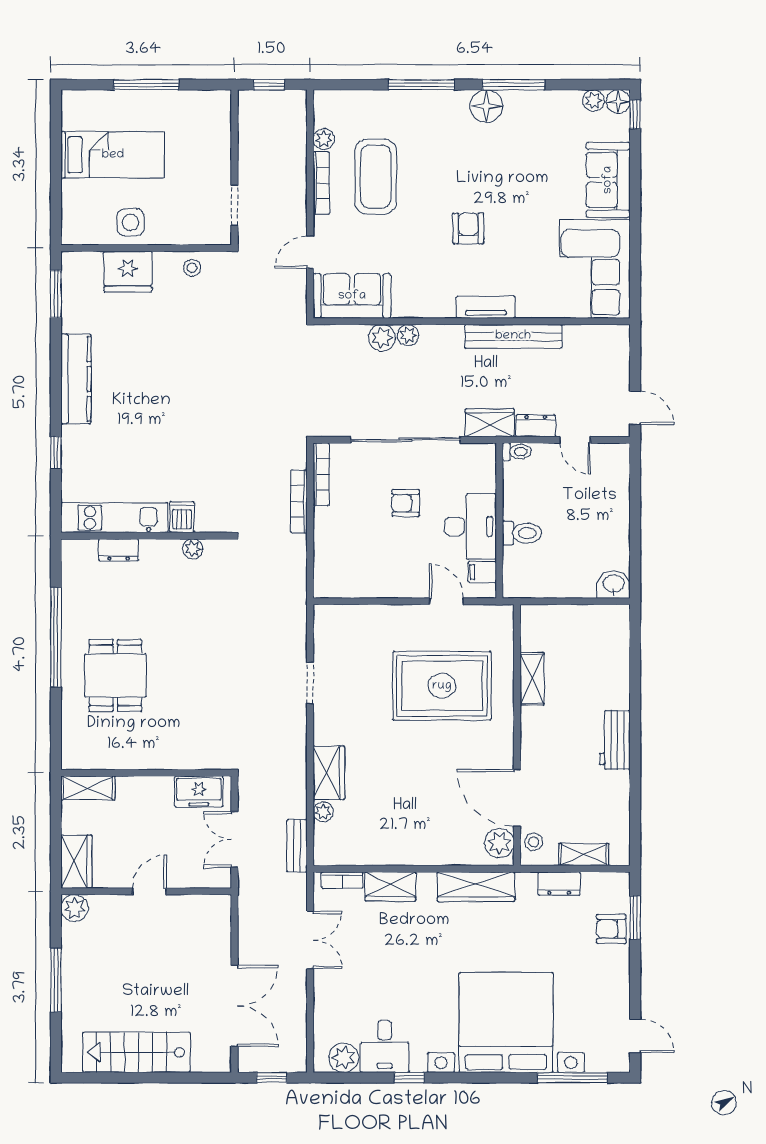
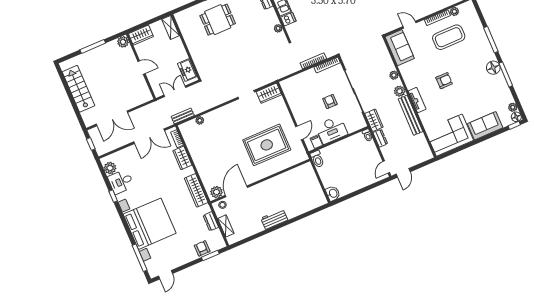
plant: (382, 338) -> (400, 91), moved
door: (575, 440) -> (386, 167), moved
toilet: (522, 533) -> (317, 159), moved
shelving: (532, 679) -> (284, 178), removed
rug: (442, 686) -> (267, 145), turned 90
wardrobe: (329, 773) -> (269, 93), moved
double door: (310, 940) -> (149, 136), width x1.37

